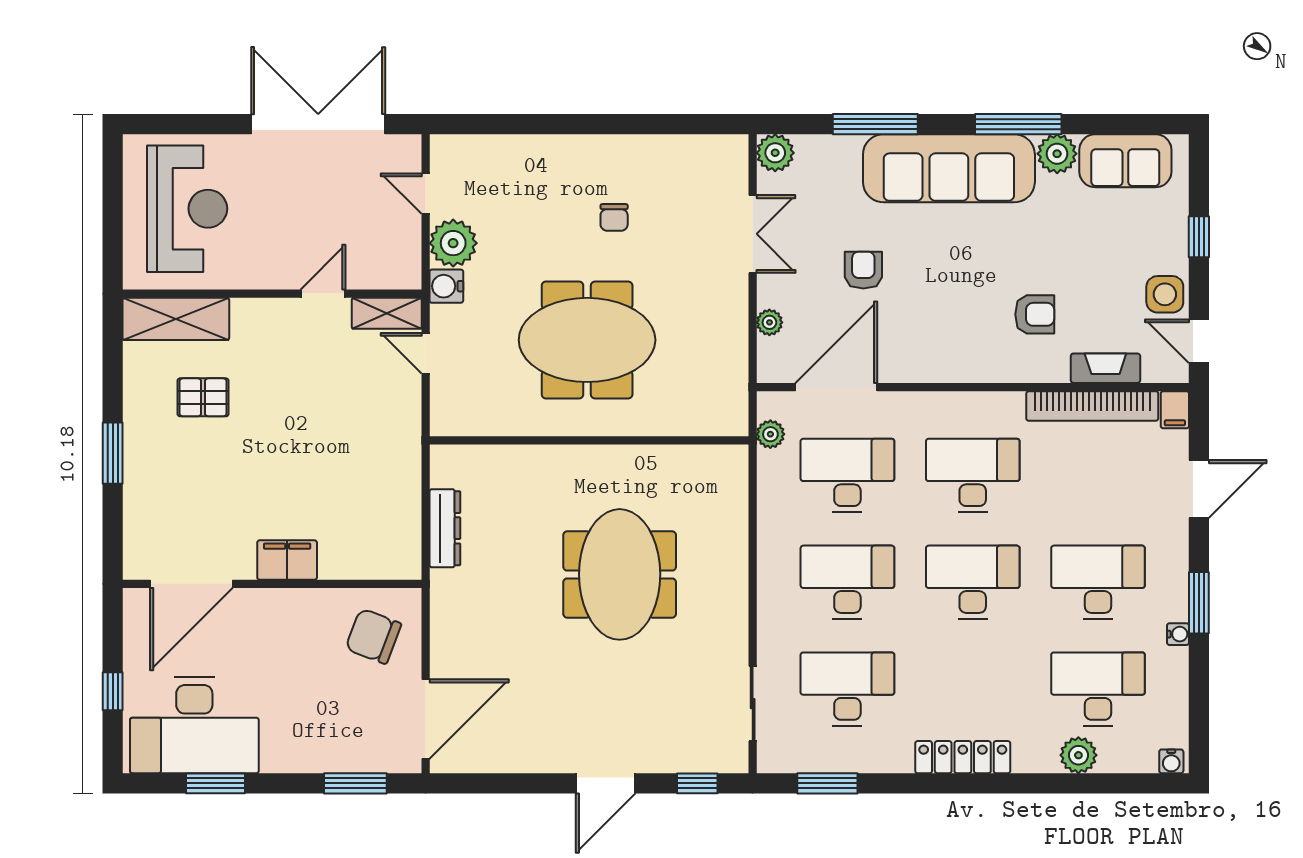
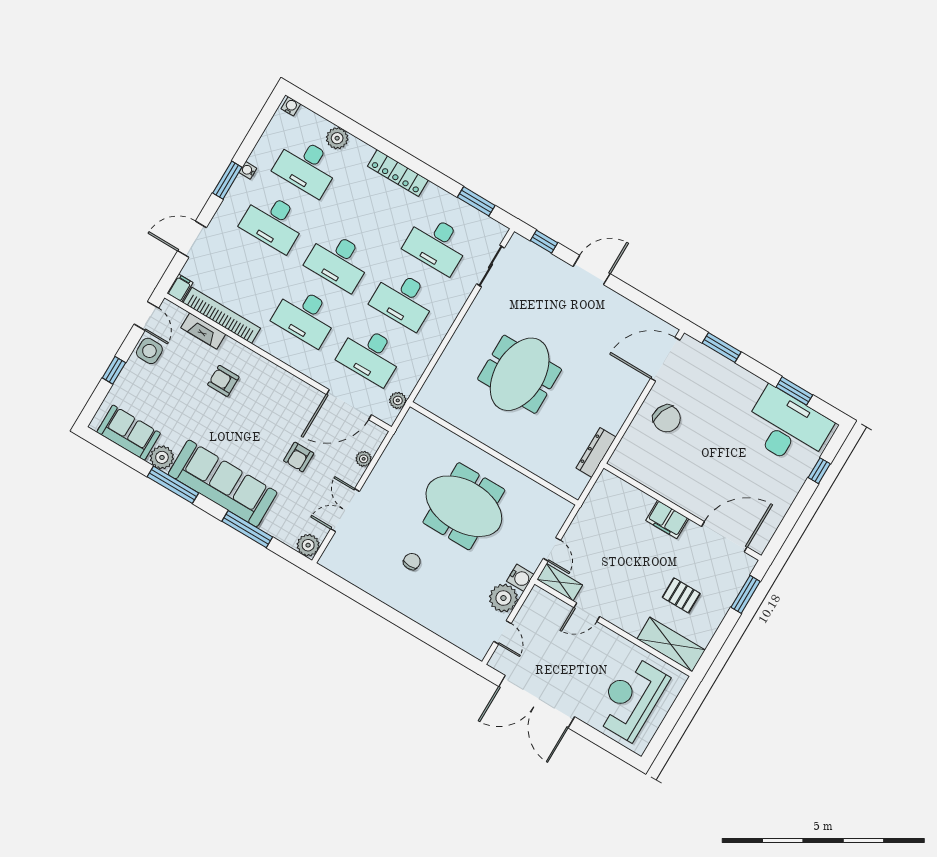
filing cabinet: (287, 560) -> (667, 519), moved
door: (191, 584) -> (724, 537), moved
wall: (272, 584) -> (682, 512), moved

